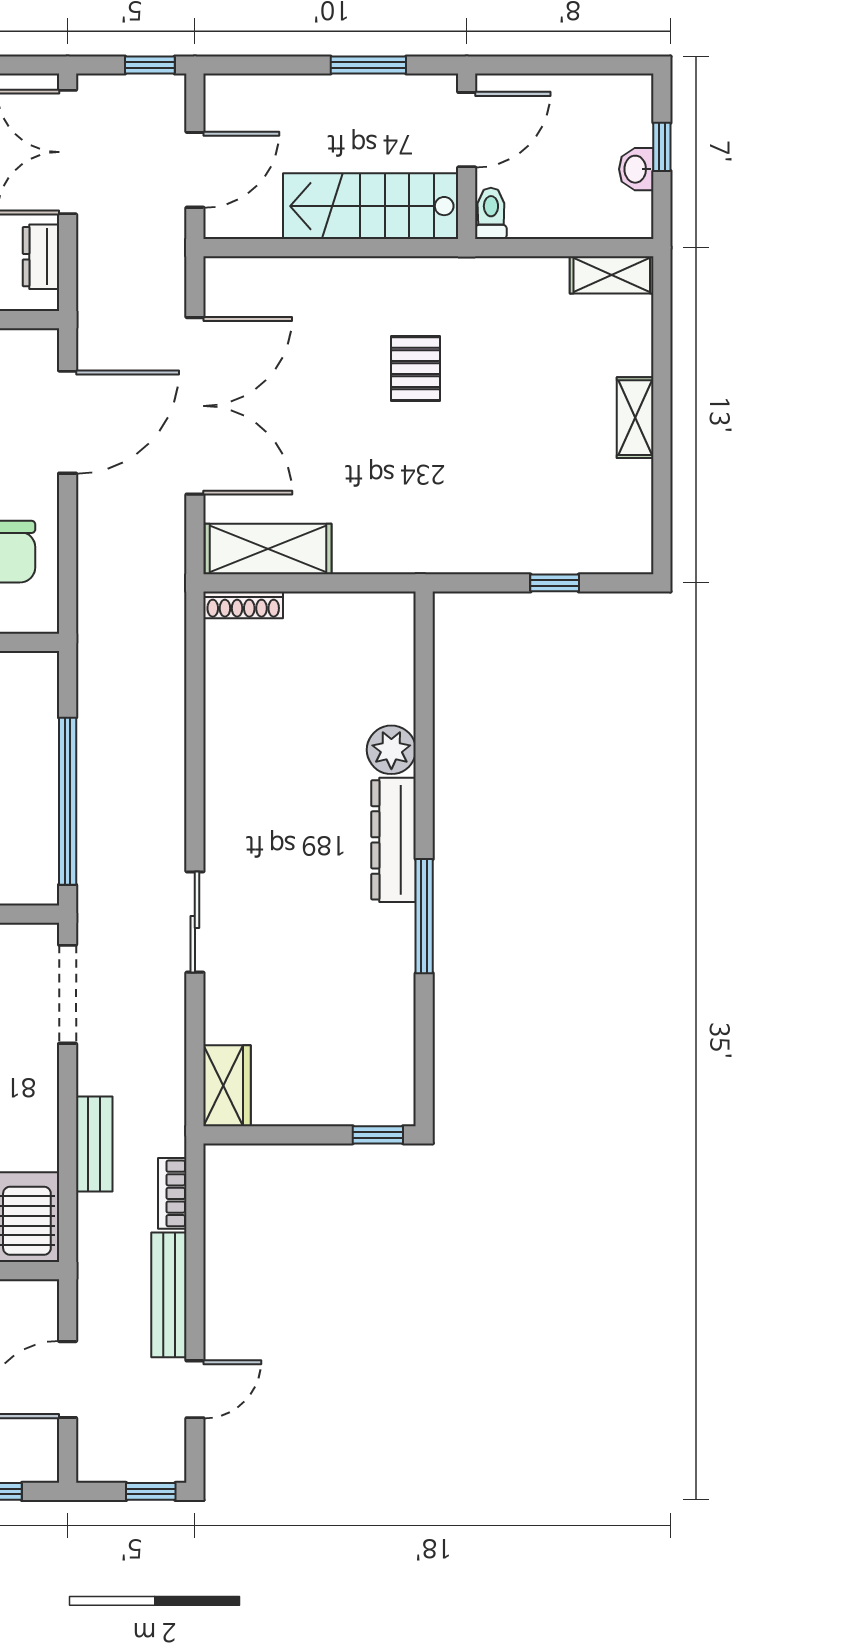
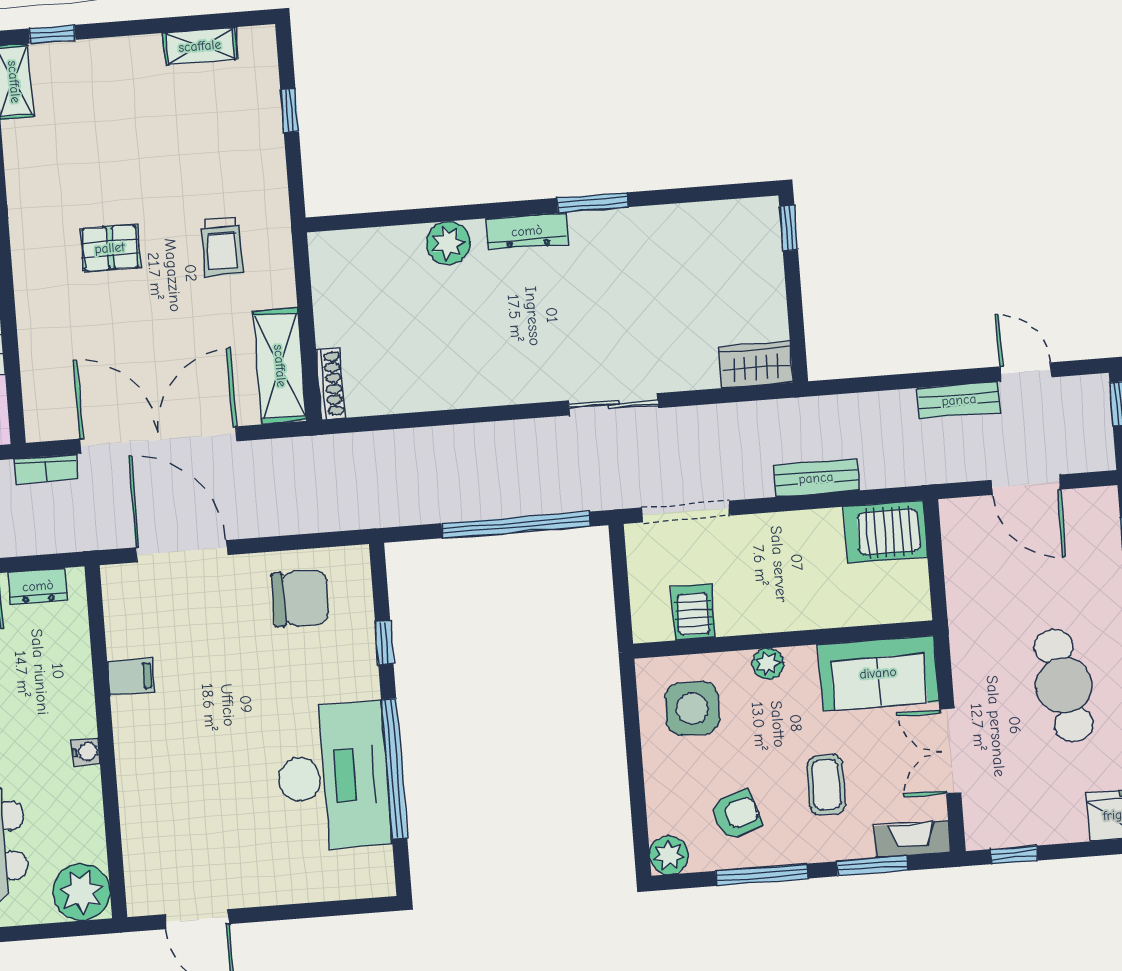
window: (662, 322) -> (52, 34), added
shelving: (635, 418) -> (200, 46), moved
trolley: (407, 495) -> (222, 247), added
dresser: (394, 840) -> (527, 231), width x0.73, depth x0.80
window: (424, 916) -> (593, 203), width x0.69
bookcase: (172, 1193) -> (46, 469), moved
bench: (169, 1295) -> (959, 400), width x0.73

